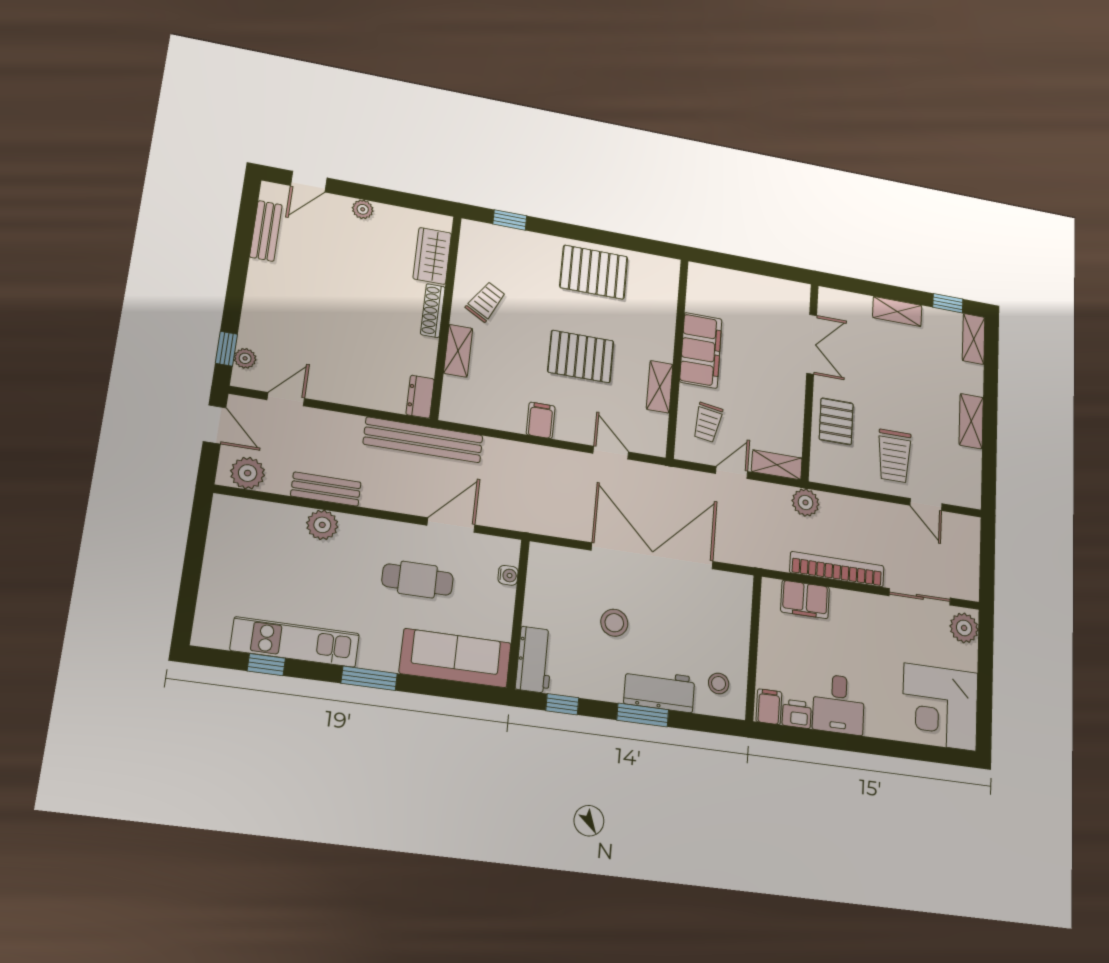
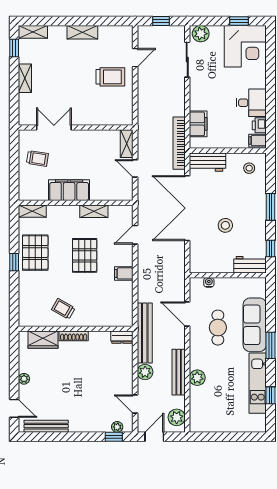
window: (510, 220) -> (14, 262), moved
bench: (266, 231) -> (46, 426), width x1.36
shelving: (458, 351) -> (32, 211), moved
pallet: (836, 421) -> (96, 111), removed
trolley: (708, 422) -> (37, 158), moved
bench: (326, 489) -> (179, 372), width x1.36
plant: (806, 503) -> (145, 372), moved
window: (987, 560) -> (161, 21), added
bookcase: (837, 569) -> (179, 143), moved
sofa: (455, 658) -> (255, 325), moved
workbench: (659, 690) -> (207, 162), moved, turned -90
window: (985, 702) -> (239, 21), added

